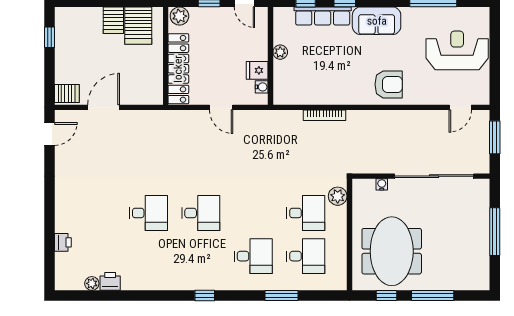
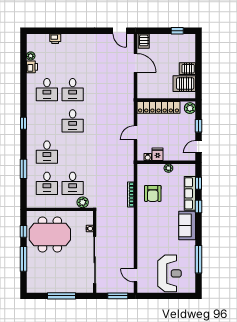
armchair: (389, 84) -> (153, 193), moved
desk: (148, 256) -> (47, 90), added

